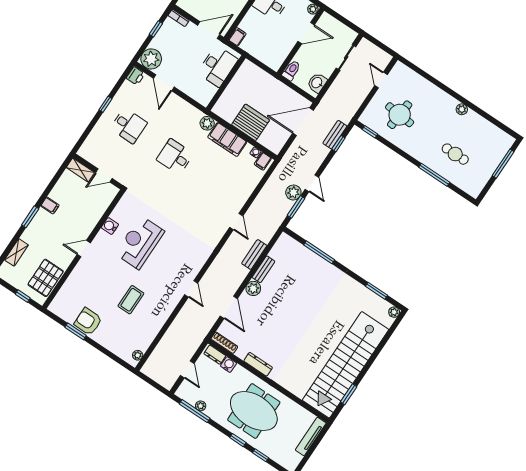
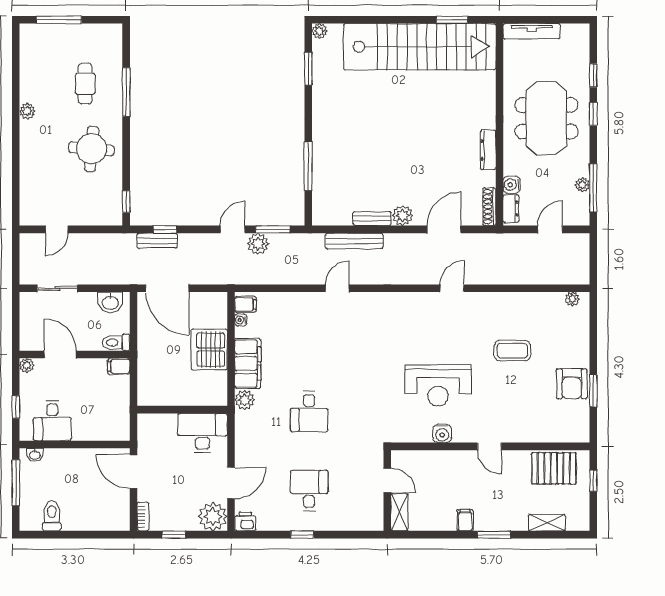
filing cabinet: (237, 37) -> (119, 366), moved
desk: (218, 66) -> (203, 433), moved
round table: (400, 115) -> (92, 149), moved
bench: (254, 254) -> (354, 241), width x1.36

